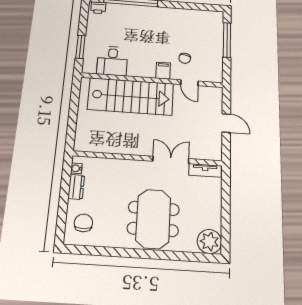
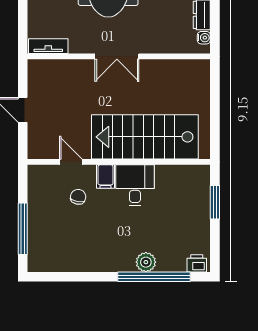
plant: (136, 11) -> (146, 262), added
desk: (112, 61) -> (135, 185), moved
double door: (171, 160) -> (117, 56), moved

